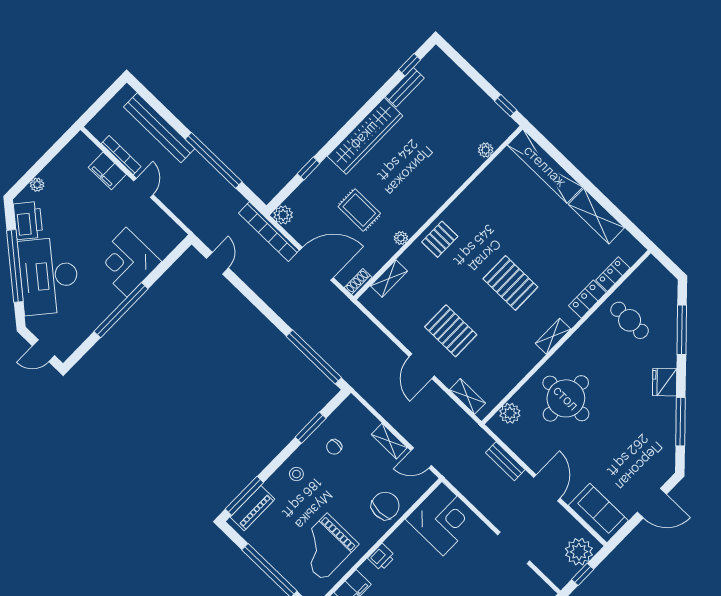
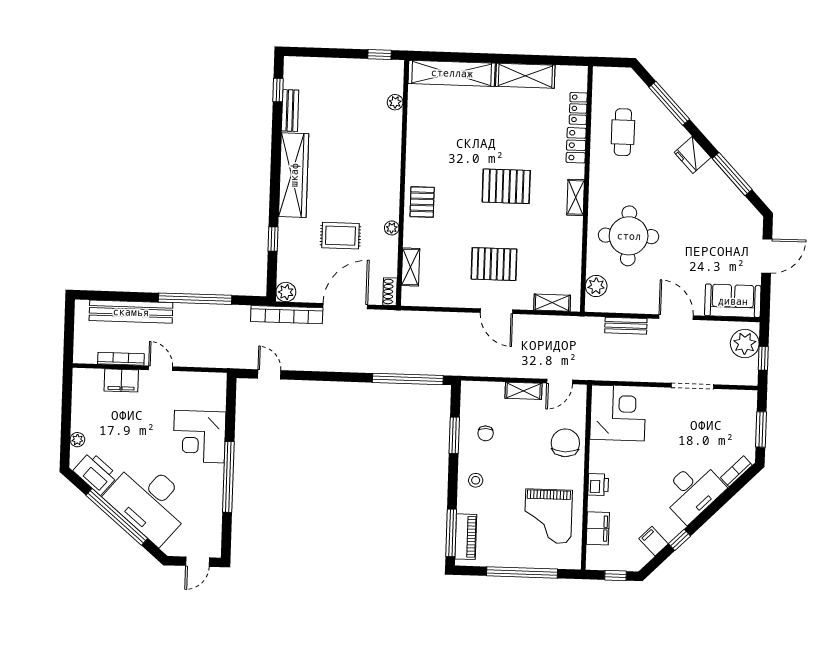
cafe table: (630, 320) -> (623, 132), turned 90

